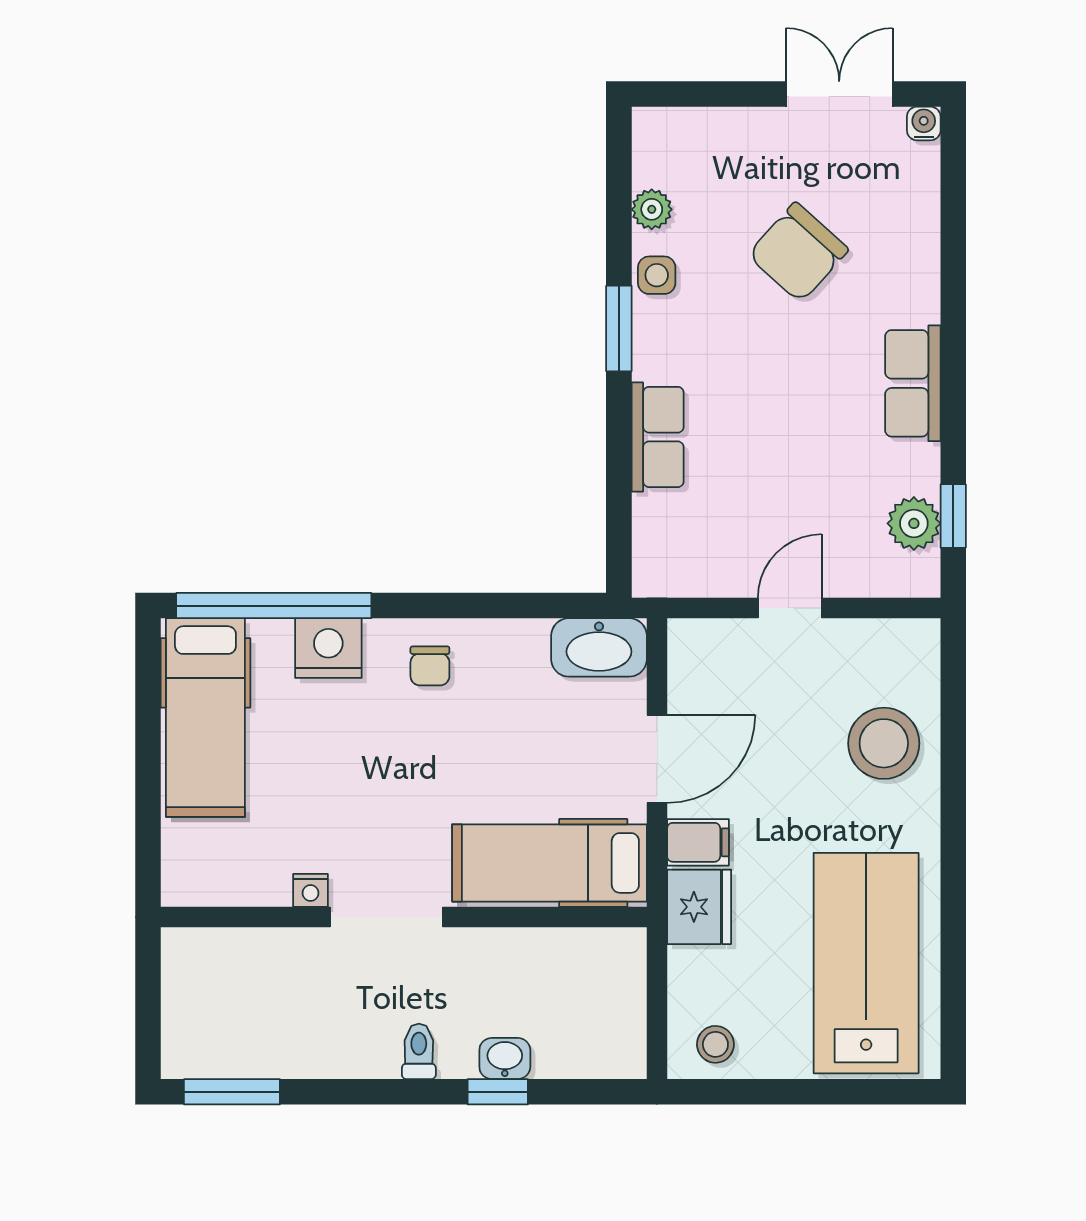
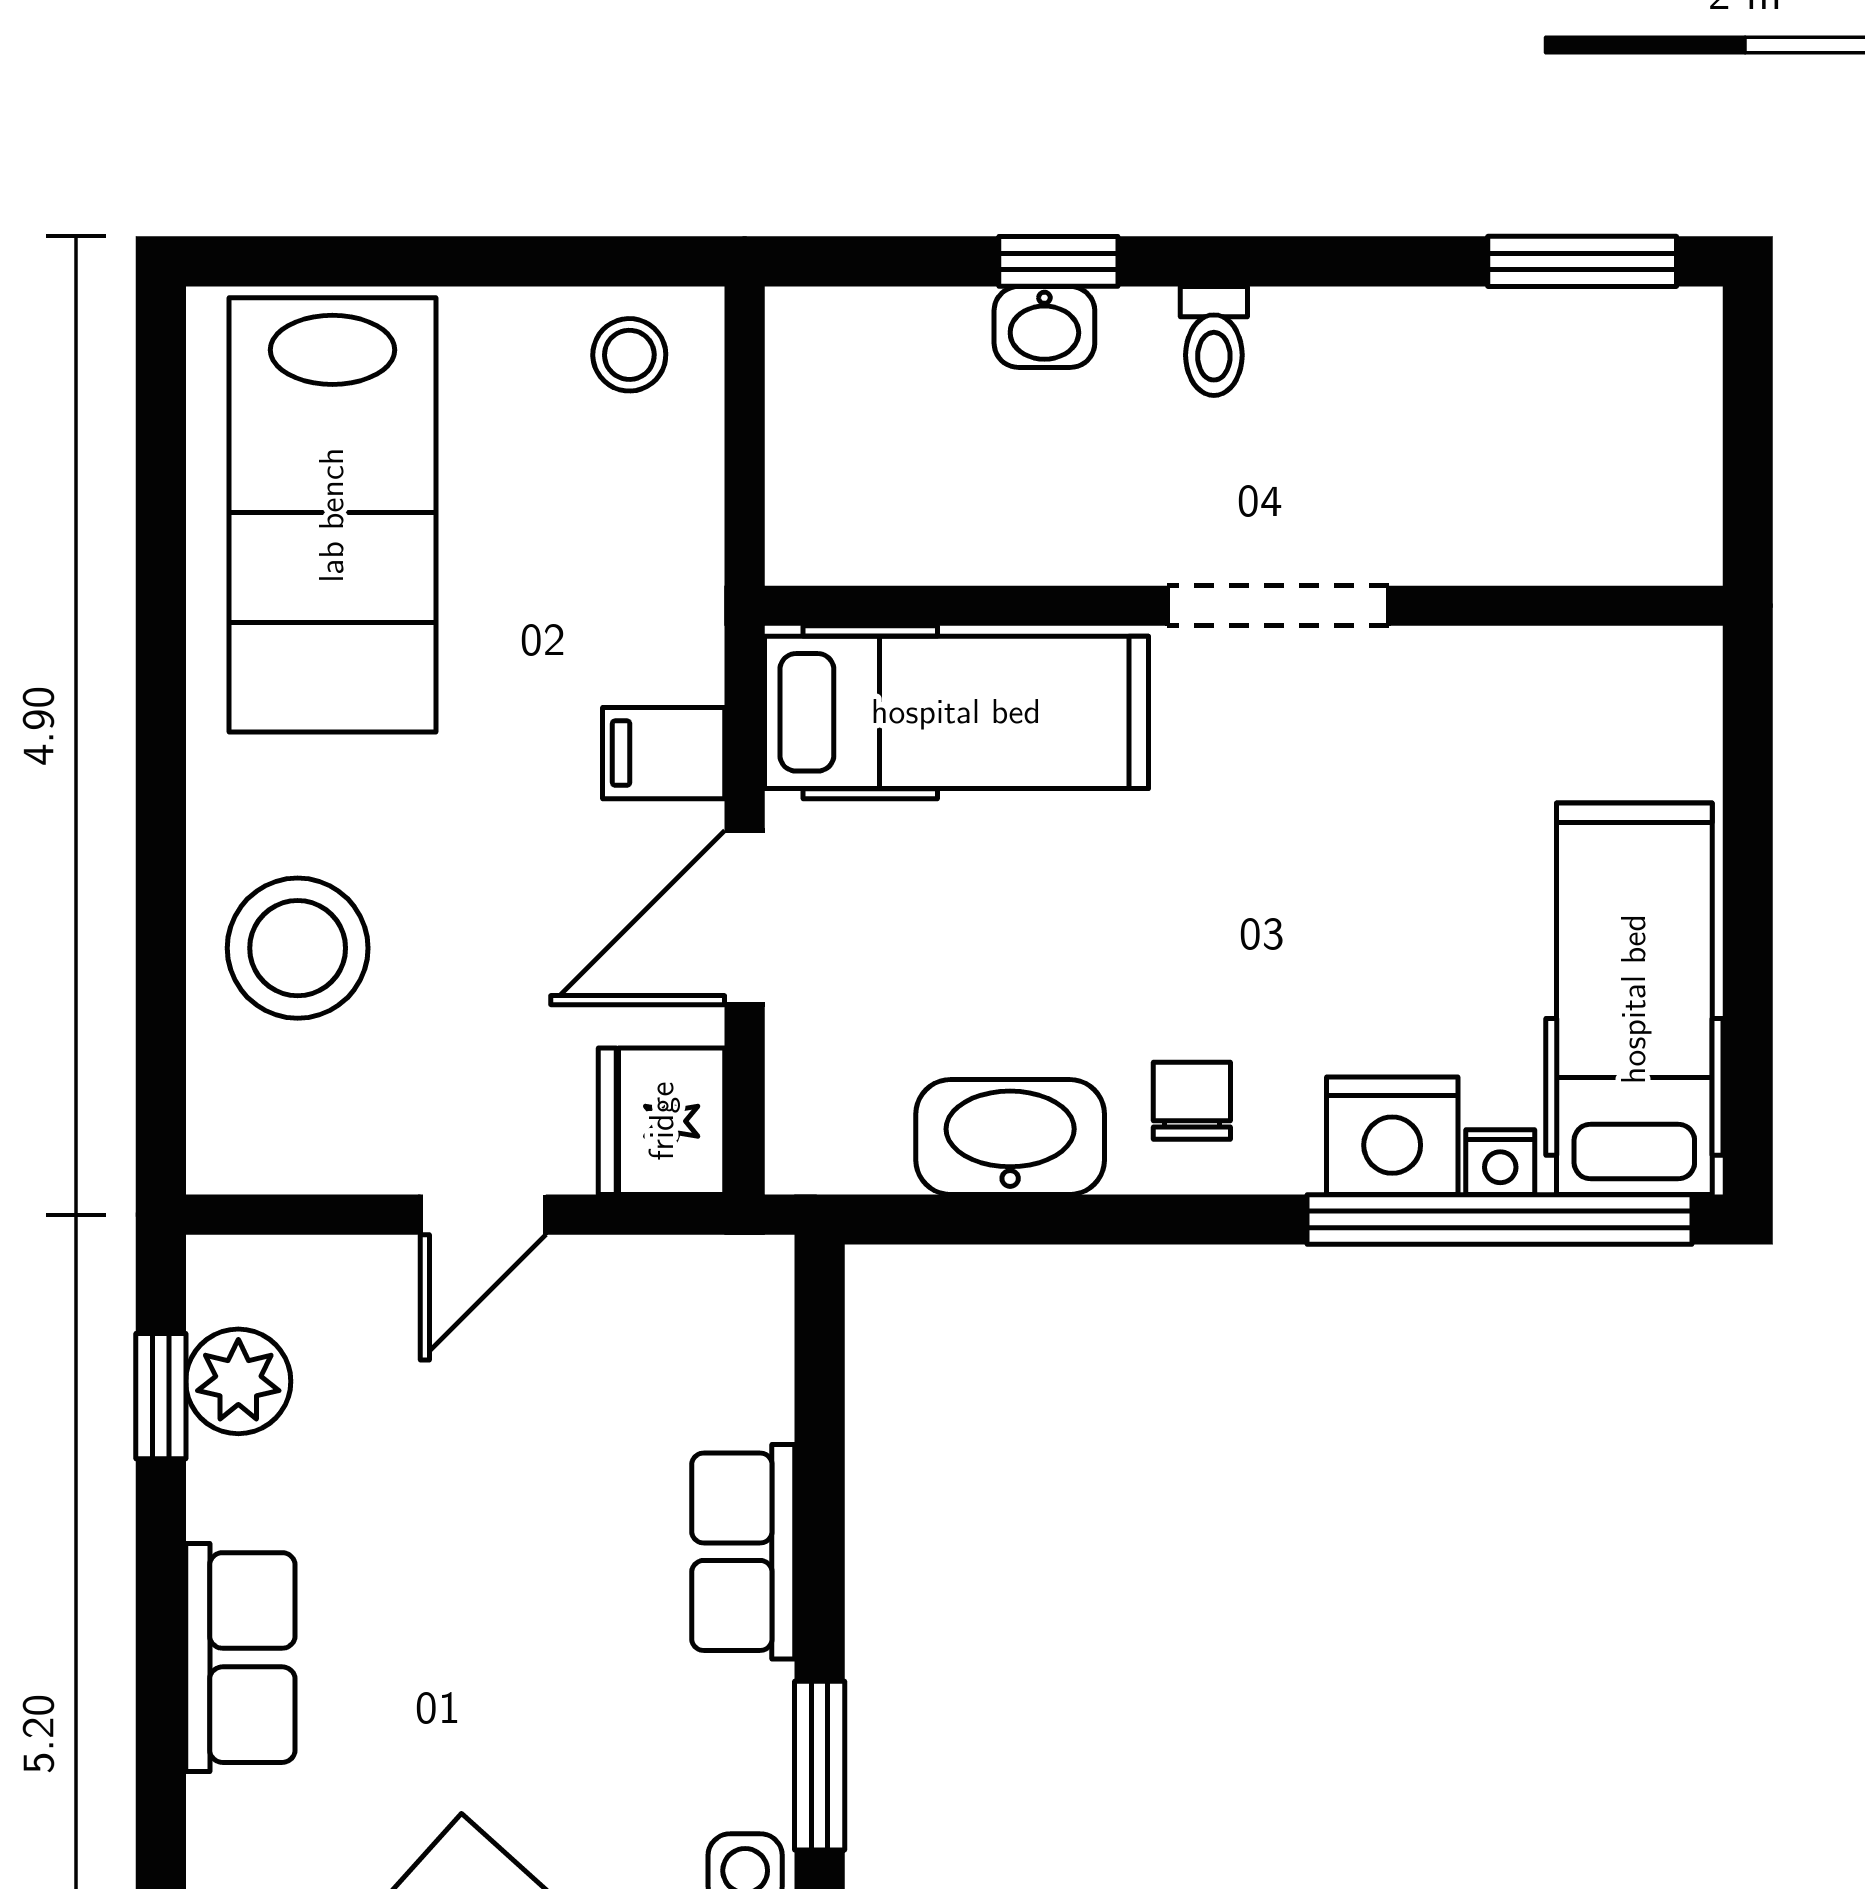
washbasin: (599, 647) -> (1010, 1137), moved
nightstand: (310, 890) -> (1500, 1162), moved, turned 180
fridge: (699, 907) -> (662, 1121), moved

